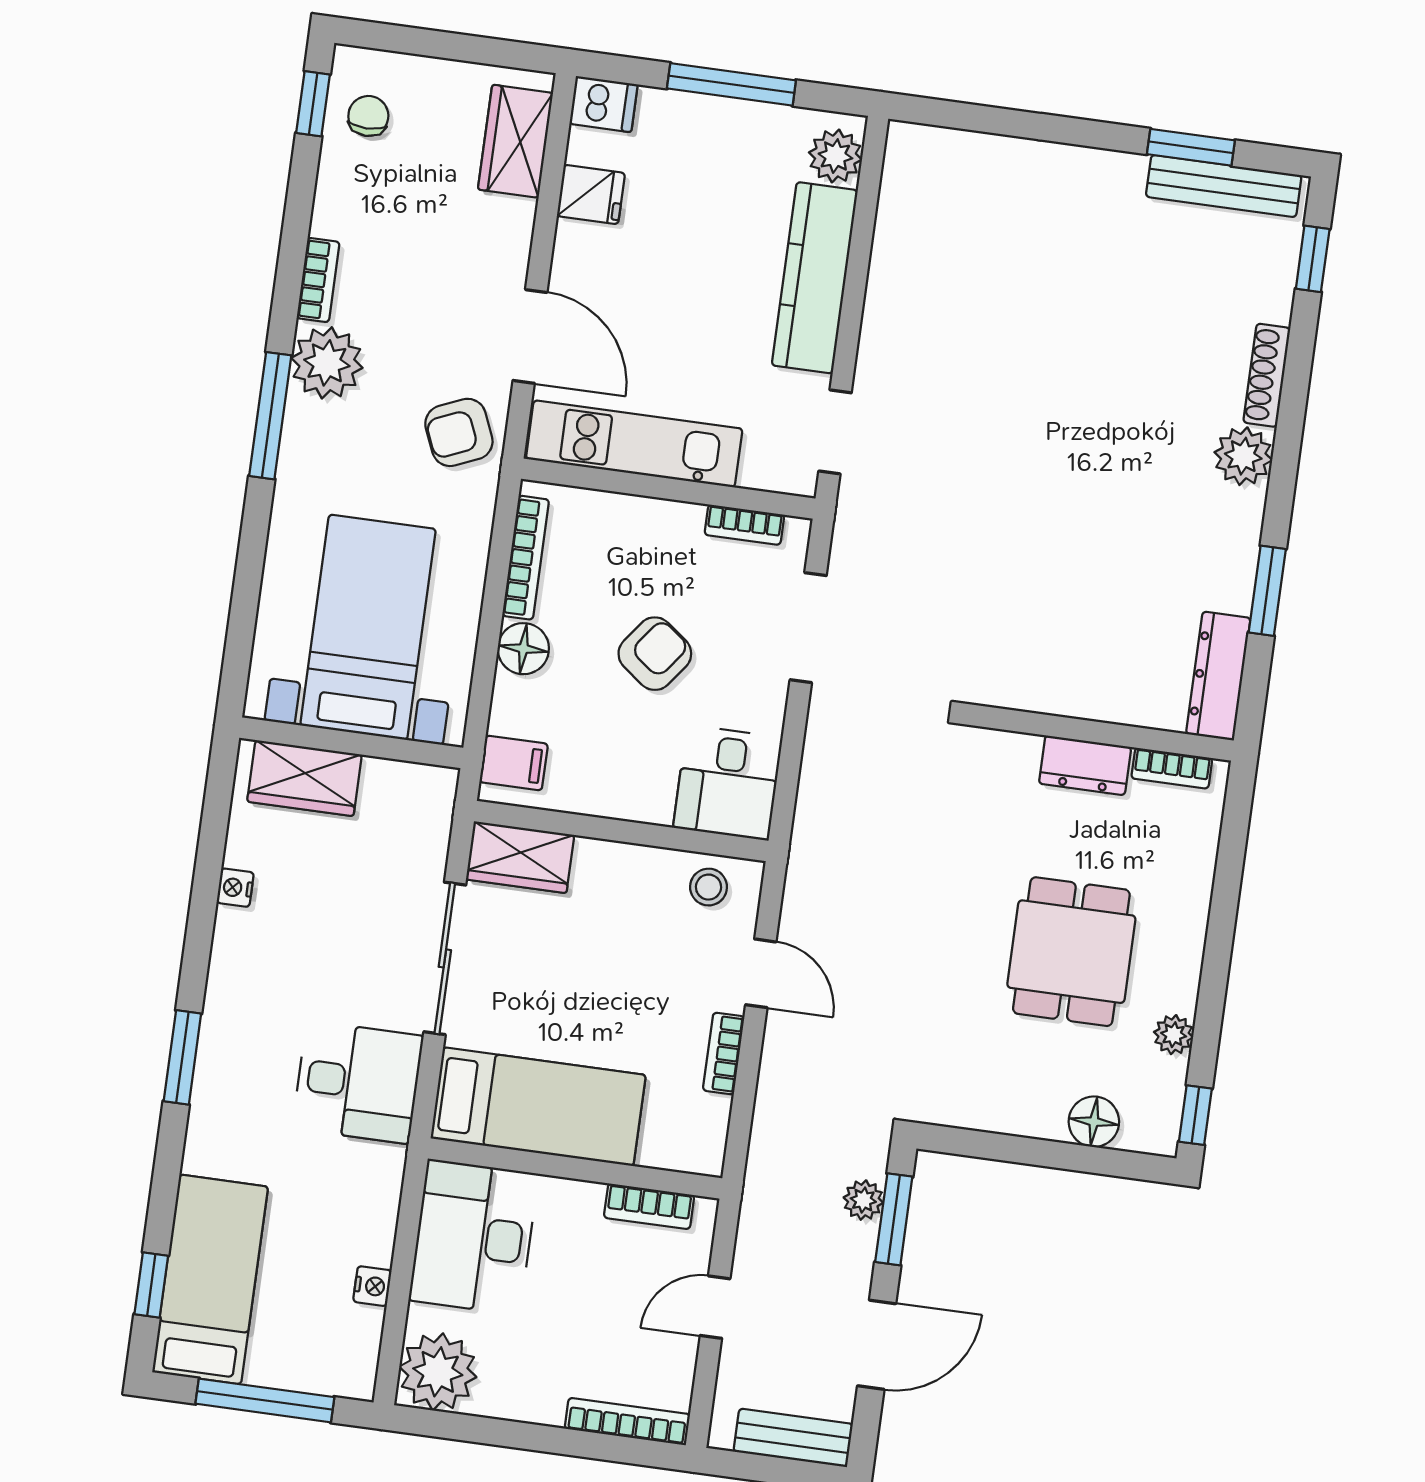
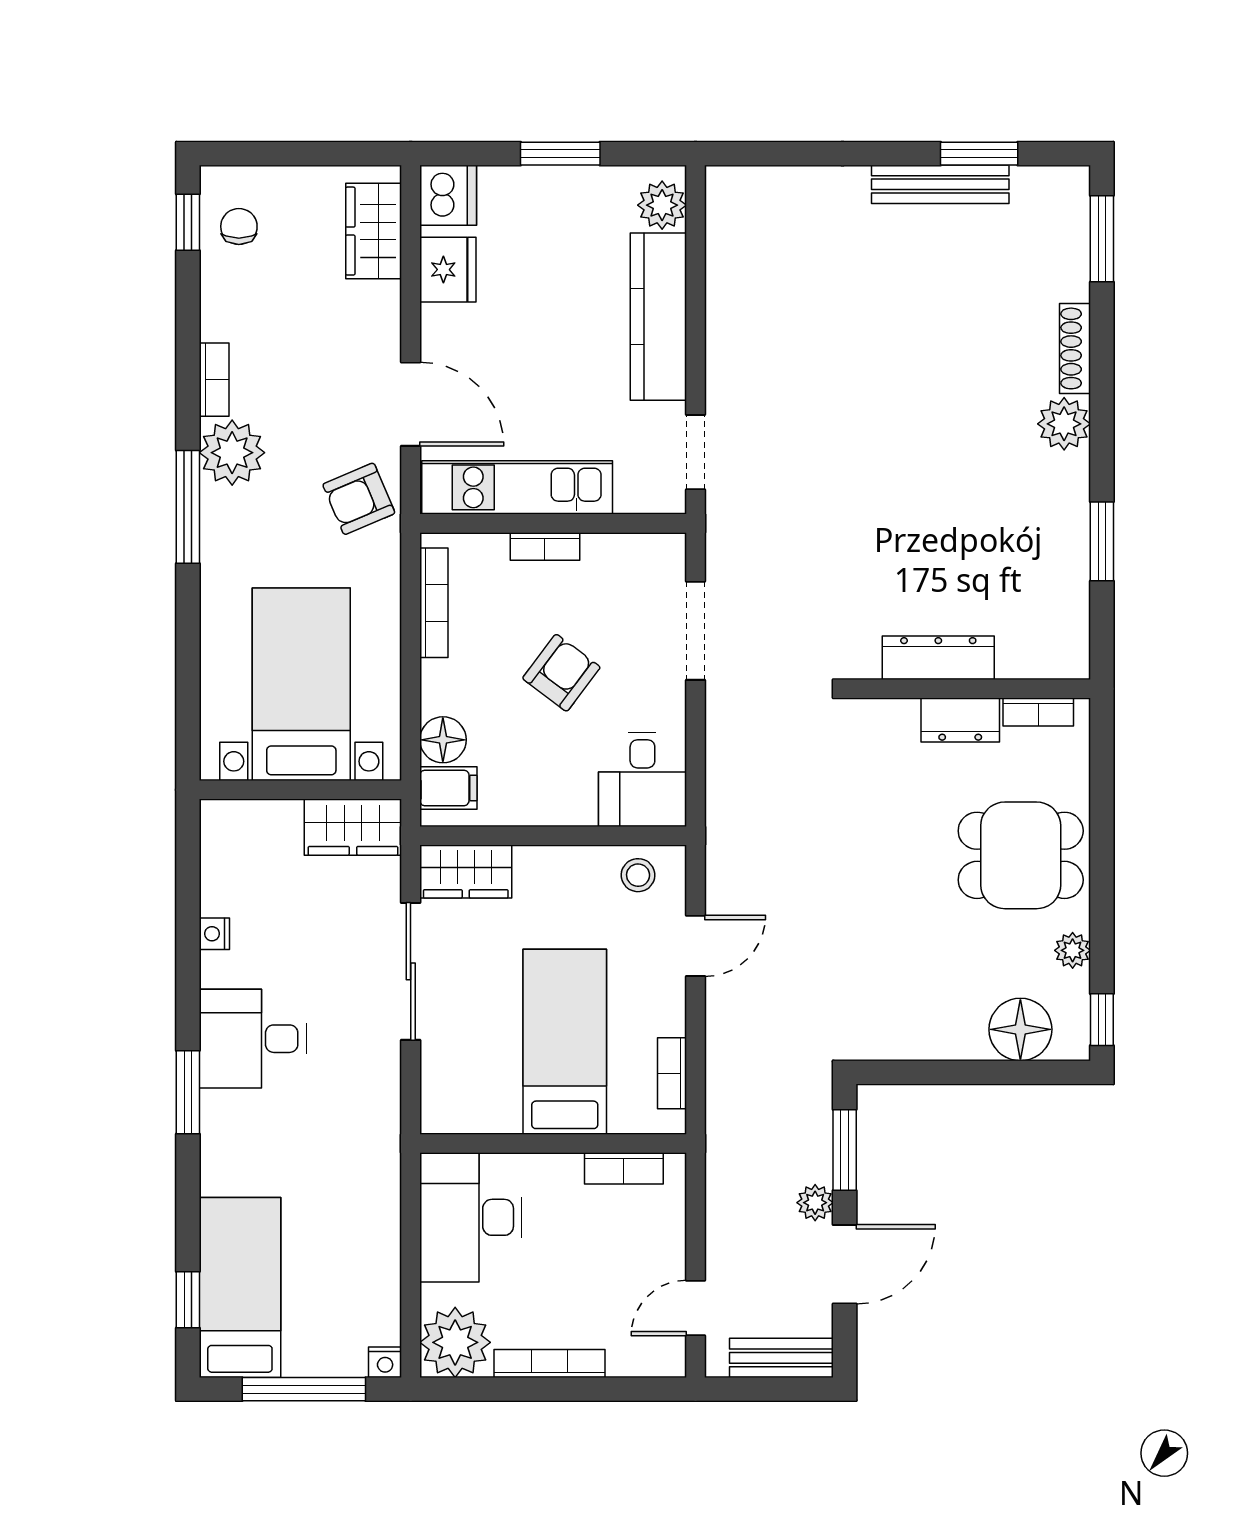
window: (731, 84) -> (560, 154), width x0.69
dishwasher: (604, 104) -> (448, 195), width x1.38
bench: (1224, 186) -> (940, 184), moved
fridge: (591, 194) -> (448, 270), width x1.38
window: (1313, 259) -> (1102, 239), width x1.50
bookcase: (744, 525) -> (545, 546), moved
floor lamp: (523, 649) -> (443, 740), moved
dresser: (1218, 676) -> (938, 658), moved, turned 90
wardrobe: (304, 778) -> (353, 827), moved
dining table: (1071, 952) -> (1021, 855), moved, turned 90
door: (761, 973) -> (695, 946), hinge flipped
bookcase: (724, 1053) -> (672, 1073), moved
desk: (358, 1082) -> (253, 1039), moved, turned 180
bed: (538, 1107) -> (565, 1042), moved, turned -90
floor lamp: (1094, 1122) -> (1020, 1029), width x1.38, depth x1.38
plant: (863, 1200) -> (815, 1203), moved
nightstand: (372, 1286) -> (385, 1362), moved, turned 90
door: (715, 1307) -> (695, 1308), moved
bookcase: (627, 1421) -> (550, 1364), moved

